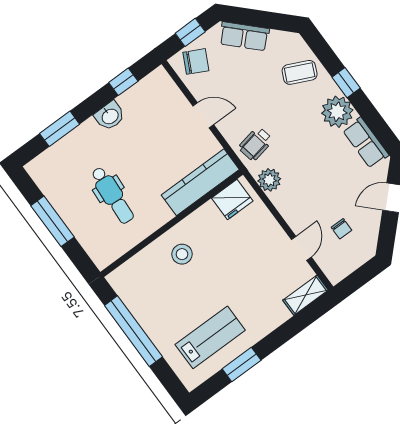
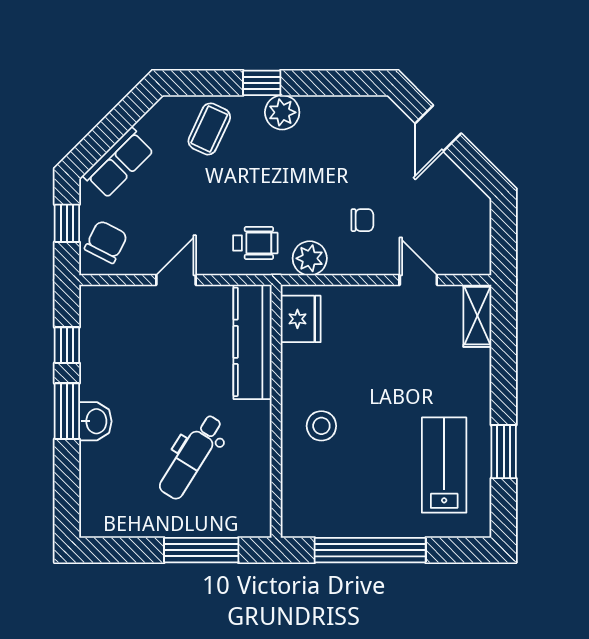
plant: (337, 112) -> (282, 112), width x0.73, depth x0.73
washbasin: (110, 116) -> (95, 421), moved
window: (60, 129) -> (67, 411), moved
row of seats: (366, 143) -> (350, 112), removed
wheelchair: (256, 144) -> (255, 243), turned -79
dental chair: (112, 195) -> (191, 457), turned 118
window: (53, 221) -> (201, 550), moved
chair: (342, 229) -> (362, 220), moved

